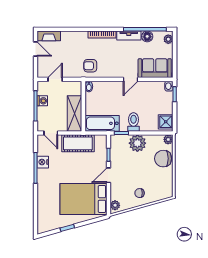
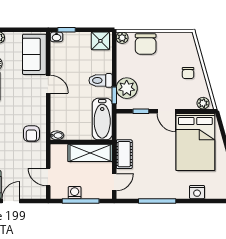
cot: (78, 143) -> (124, 154), width x0.73, depth x0.75
plant: (137, 143) -> (127, 88), moved
nightstand: (43, 162) -> (197, 192), moved

